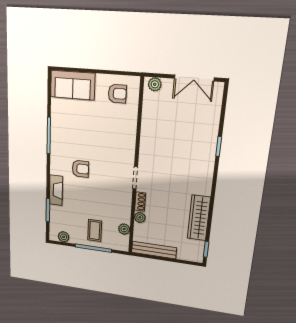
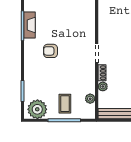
armchair: (80, 169) -> (51, 51), turned 180
fireplace: (56, 190) -> (30, 25), moved
plant: (64, 237) -> (37, 109), width x1.88, depth x1.88

